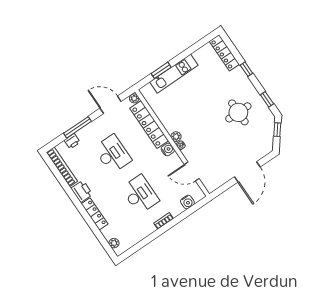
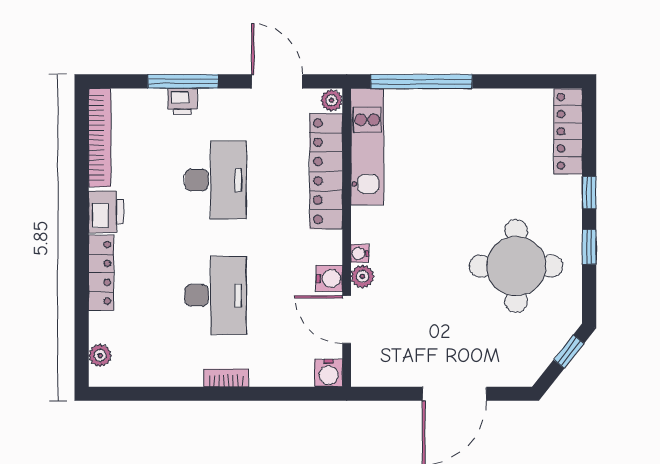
window: (161, 70) -> (421, 81), width x2.11
kitchen unit: (174, 74) -> (367, 147), moved, turned -90
window: (267, 99) -> (589, 247), moved
round table: (238, 112) -> (516, 266), width x1.36, depth x1.36
plant: (176, 137) -> (362, 276), moved
printer: (72, 141) -> (183, 102), moved
water cooler: (168, 149) -> (329, 279), moved
water cooler: (187, 202) -> (329, 373), moved

